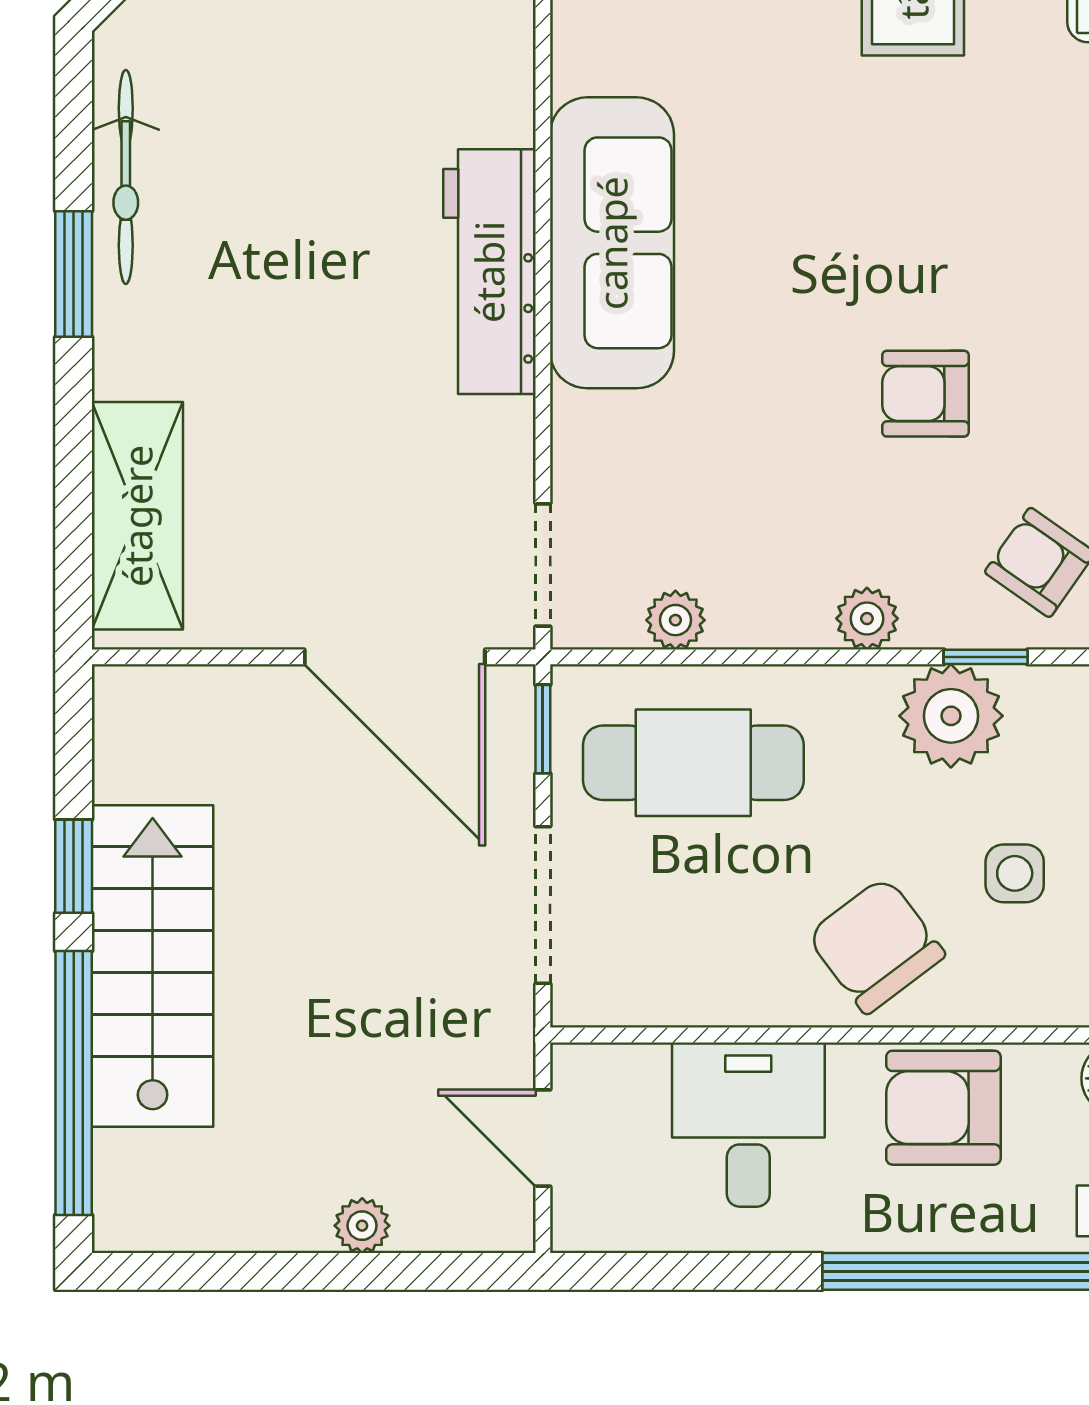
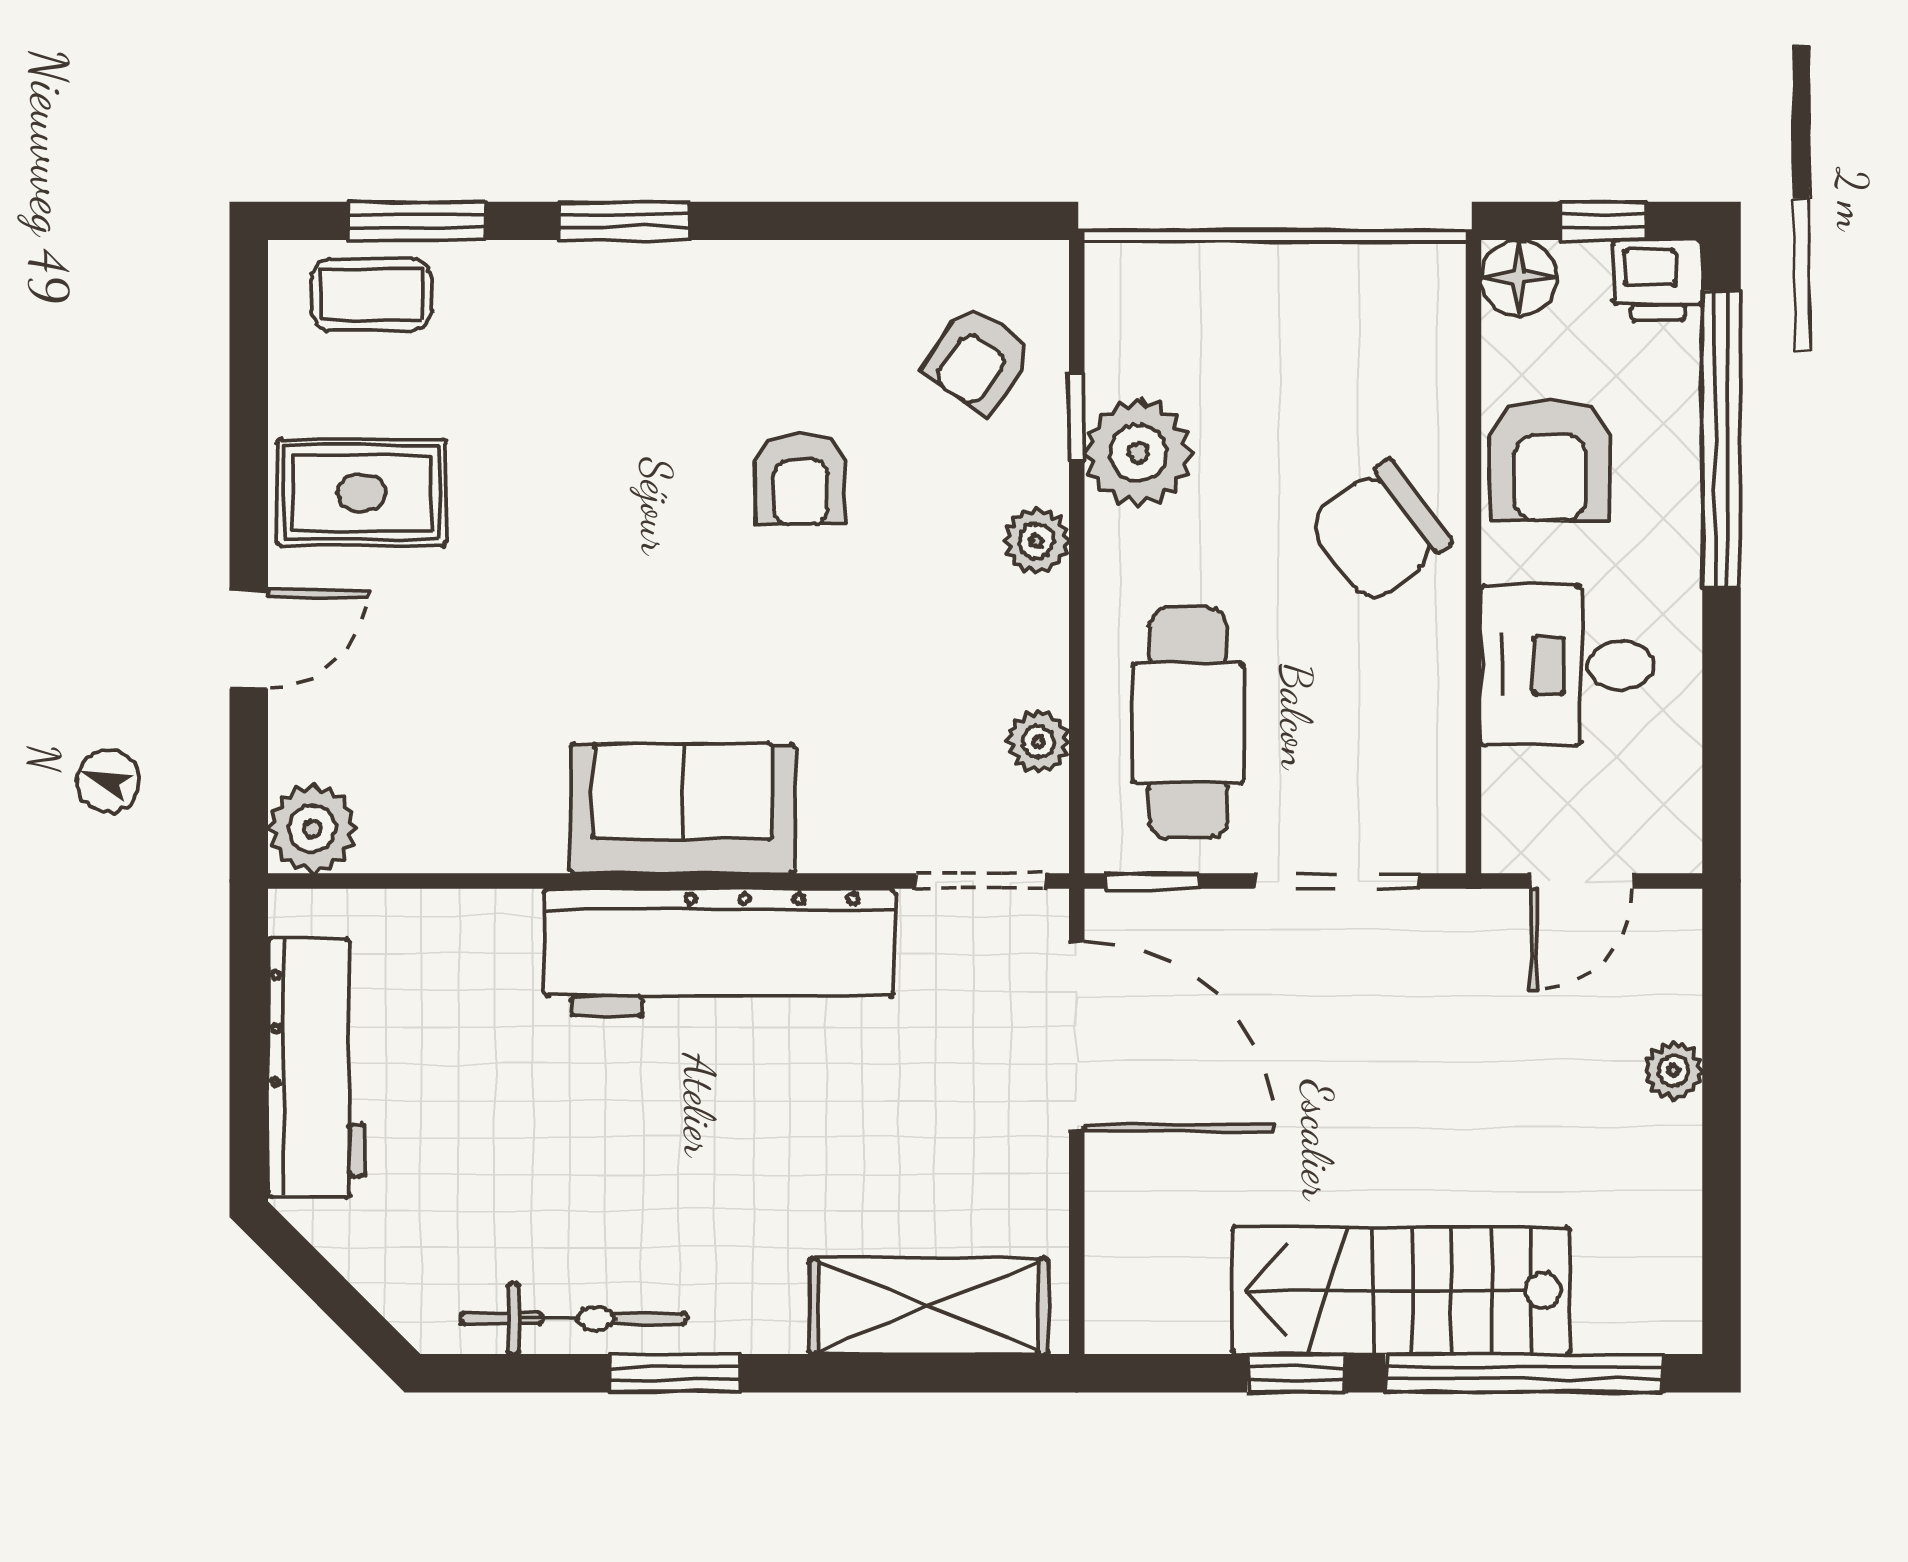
sofa: (612, 243) -> (683, 808), width x0.73
workbench: (489, 272) -> (719, 953), width x1.36, depth x1.32
door: (395, 657) -> (1077, 1036), hinge flipped
side table: (1015, 873) -> (1304, 386), removed

